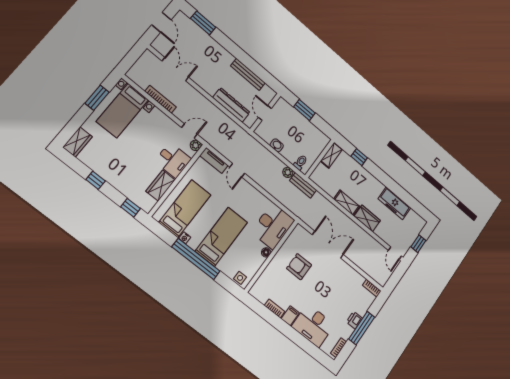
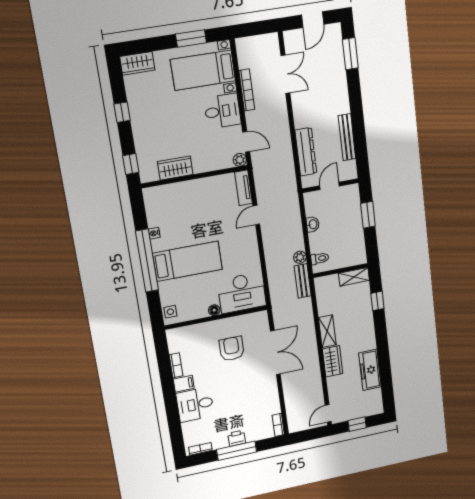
desk: (173, 160) -> (222, 111), moved, turned -90
bed: (185, 209) -> (178, 208), removed
desk: (313, 326) -> (195, 405), width x0.73

